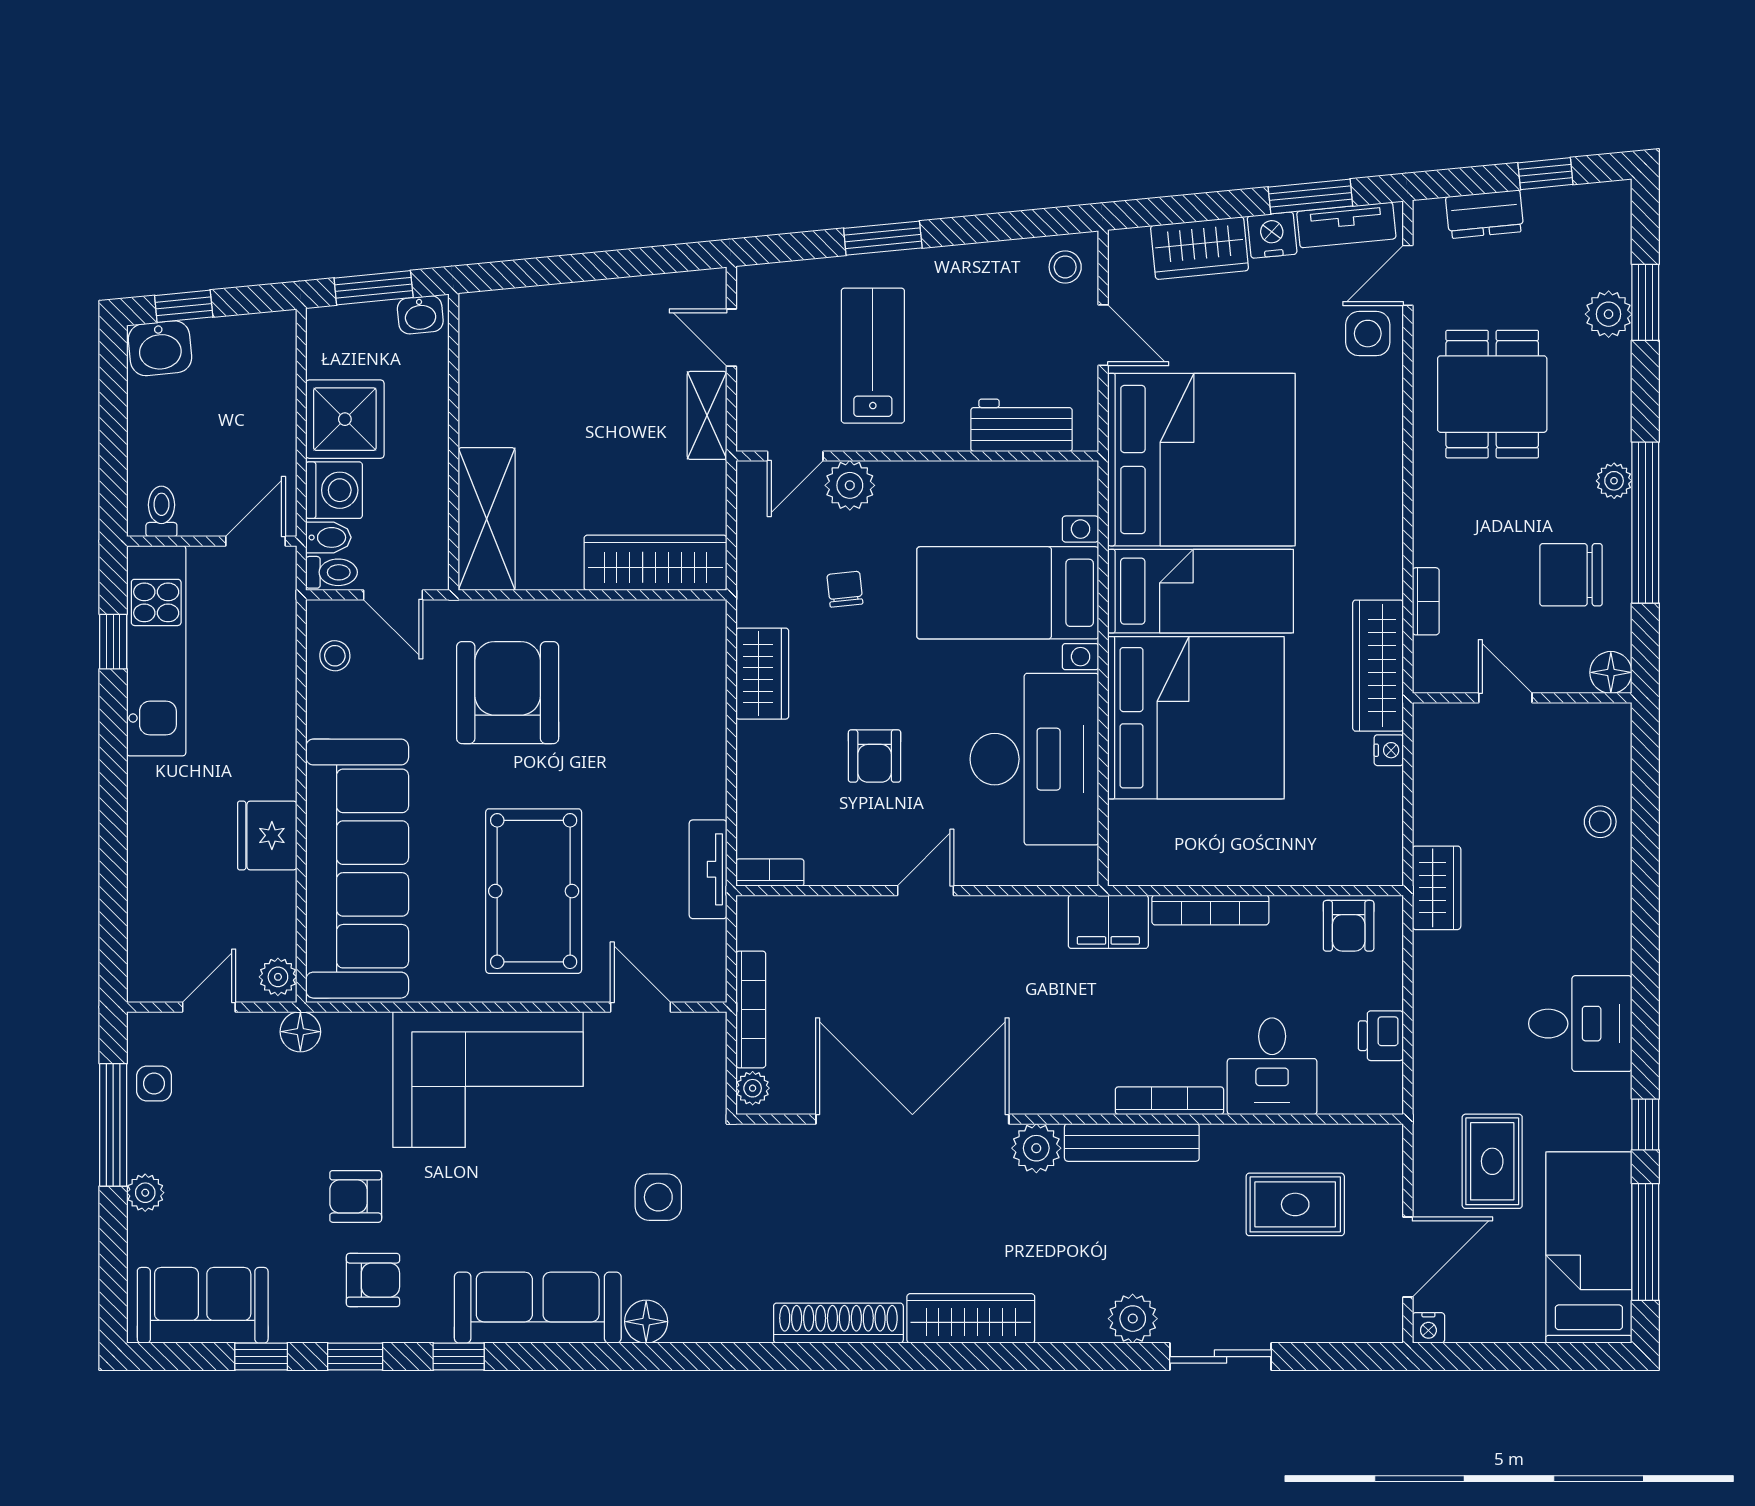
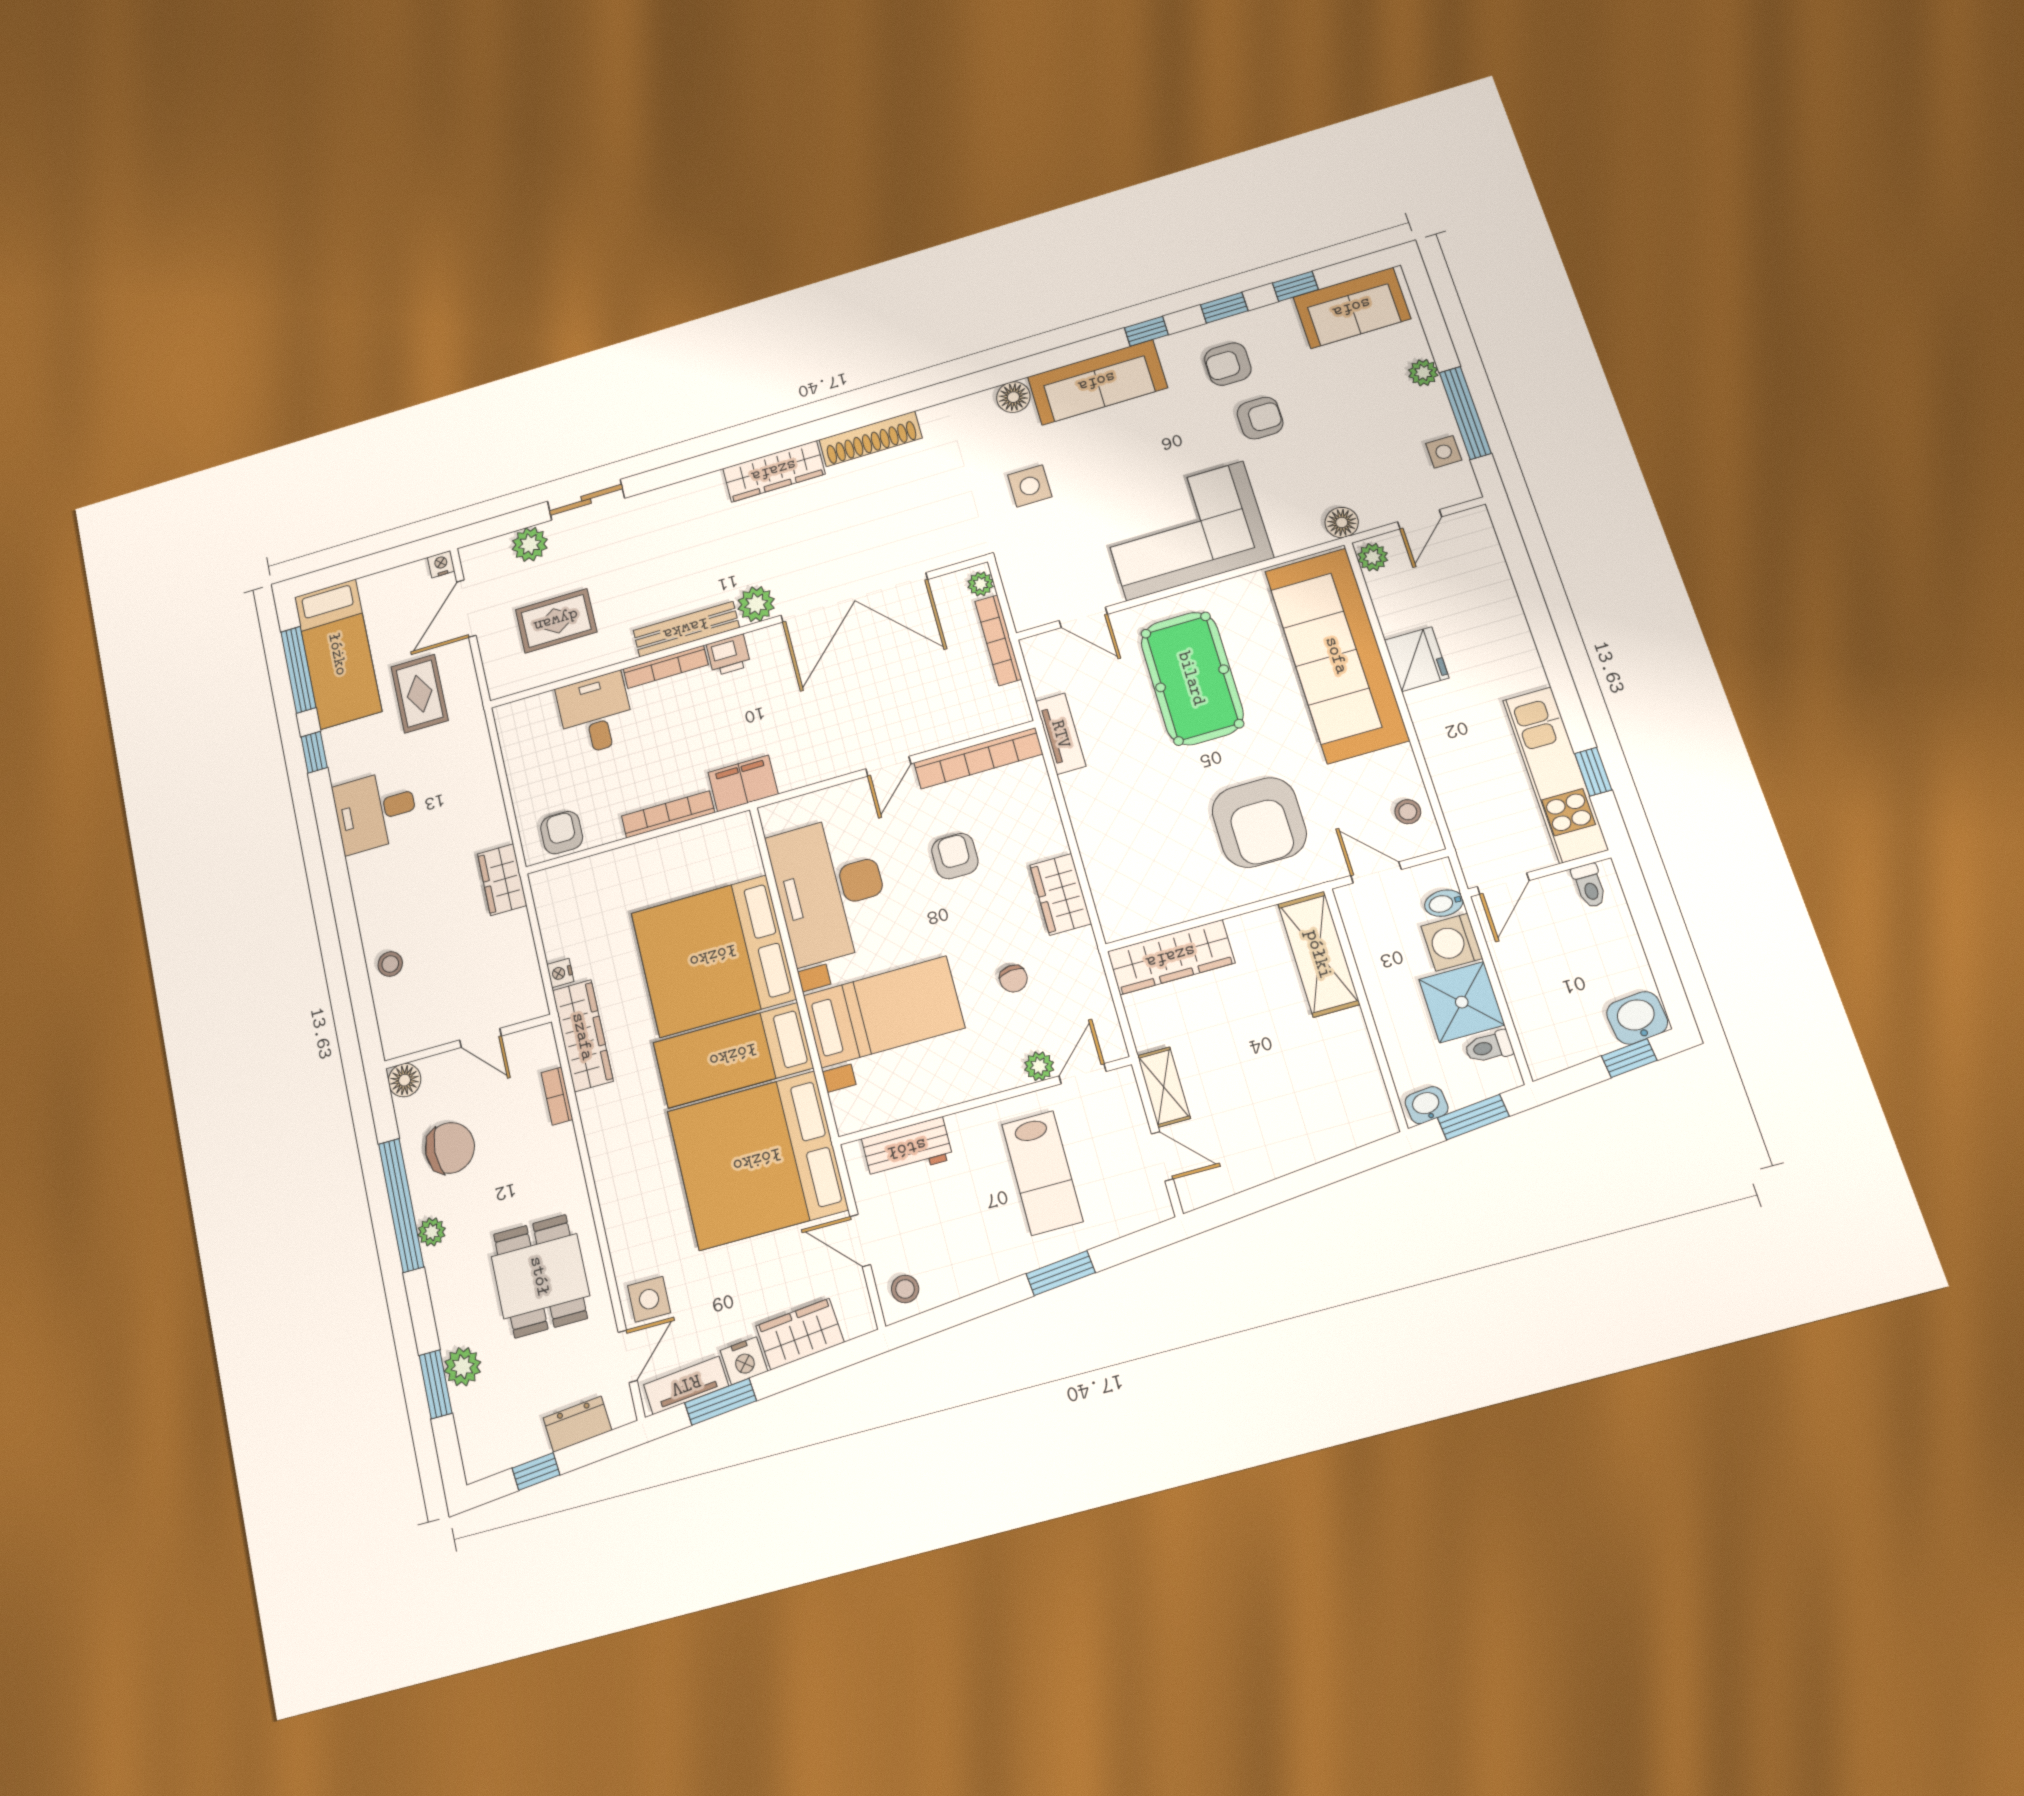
plant: (850, 485) -> (1039, 1066), width x0.73, depth x0.73
toilet: (332, 572) -> (1489, 1047), moved
bookcase: (770, 872) -> (978, 758), width x2.31, depth x1.31
printer: (1381, 1036) -> (729, 655), moved, turned 90
plant: (1133, 1319) -> (530, 544), moved

